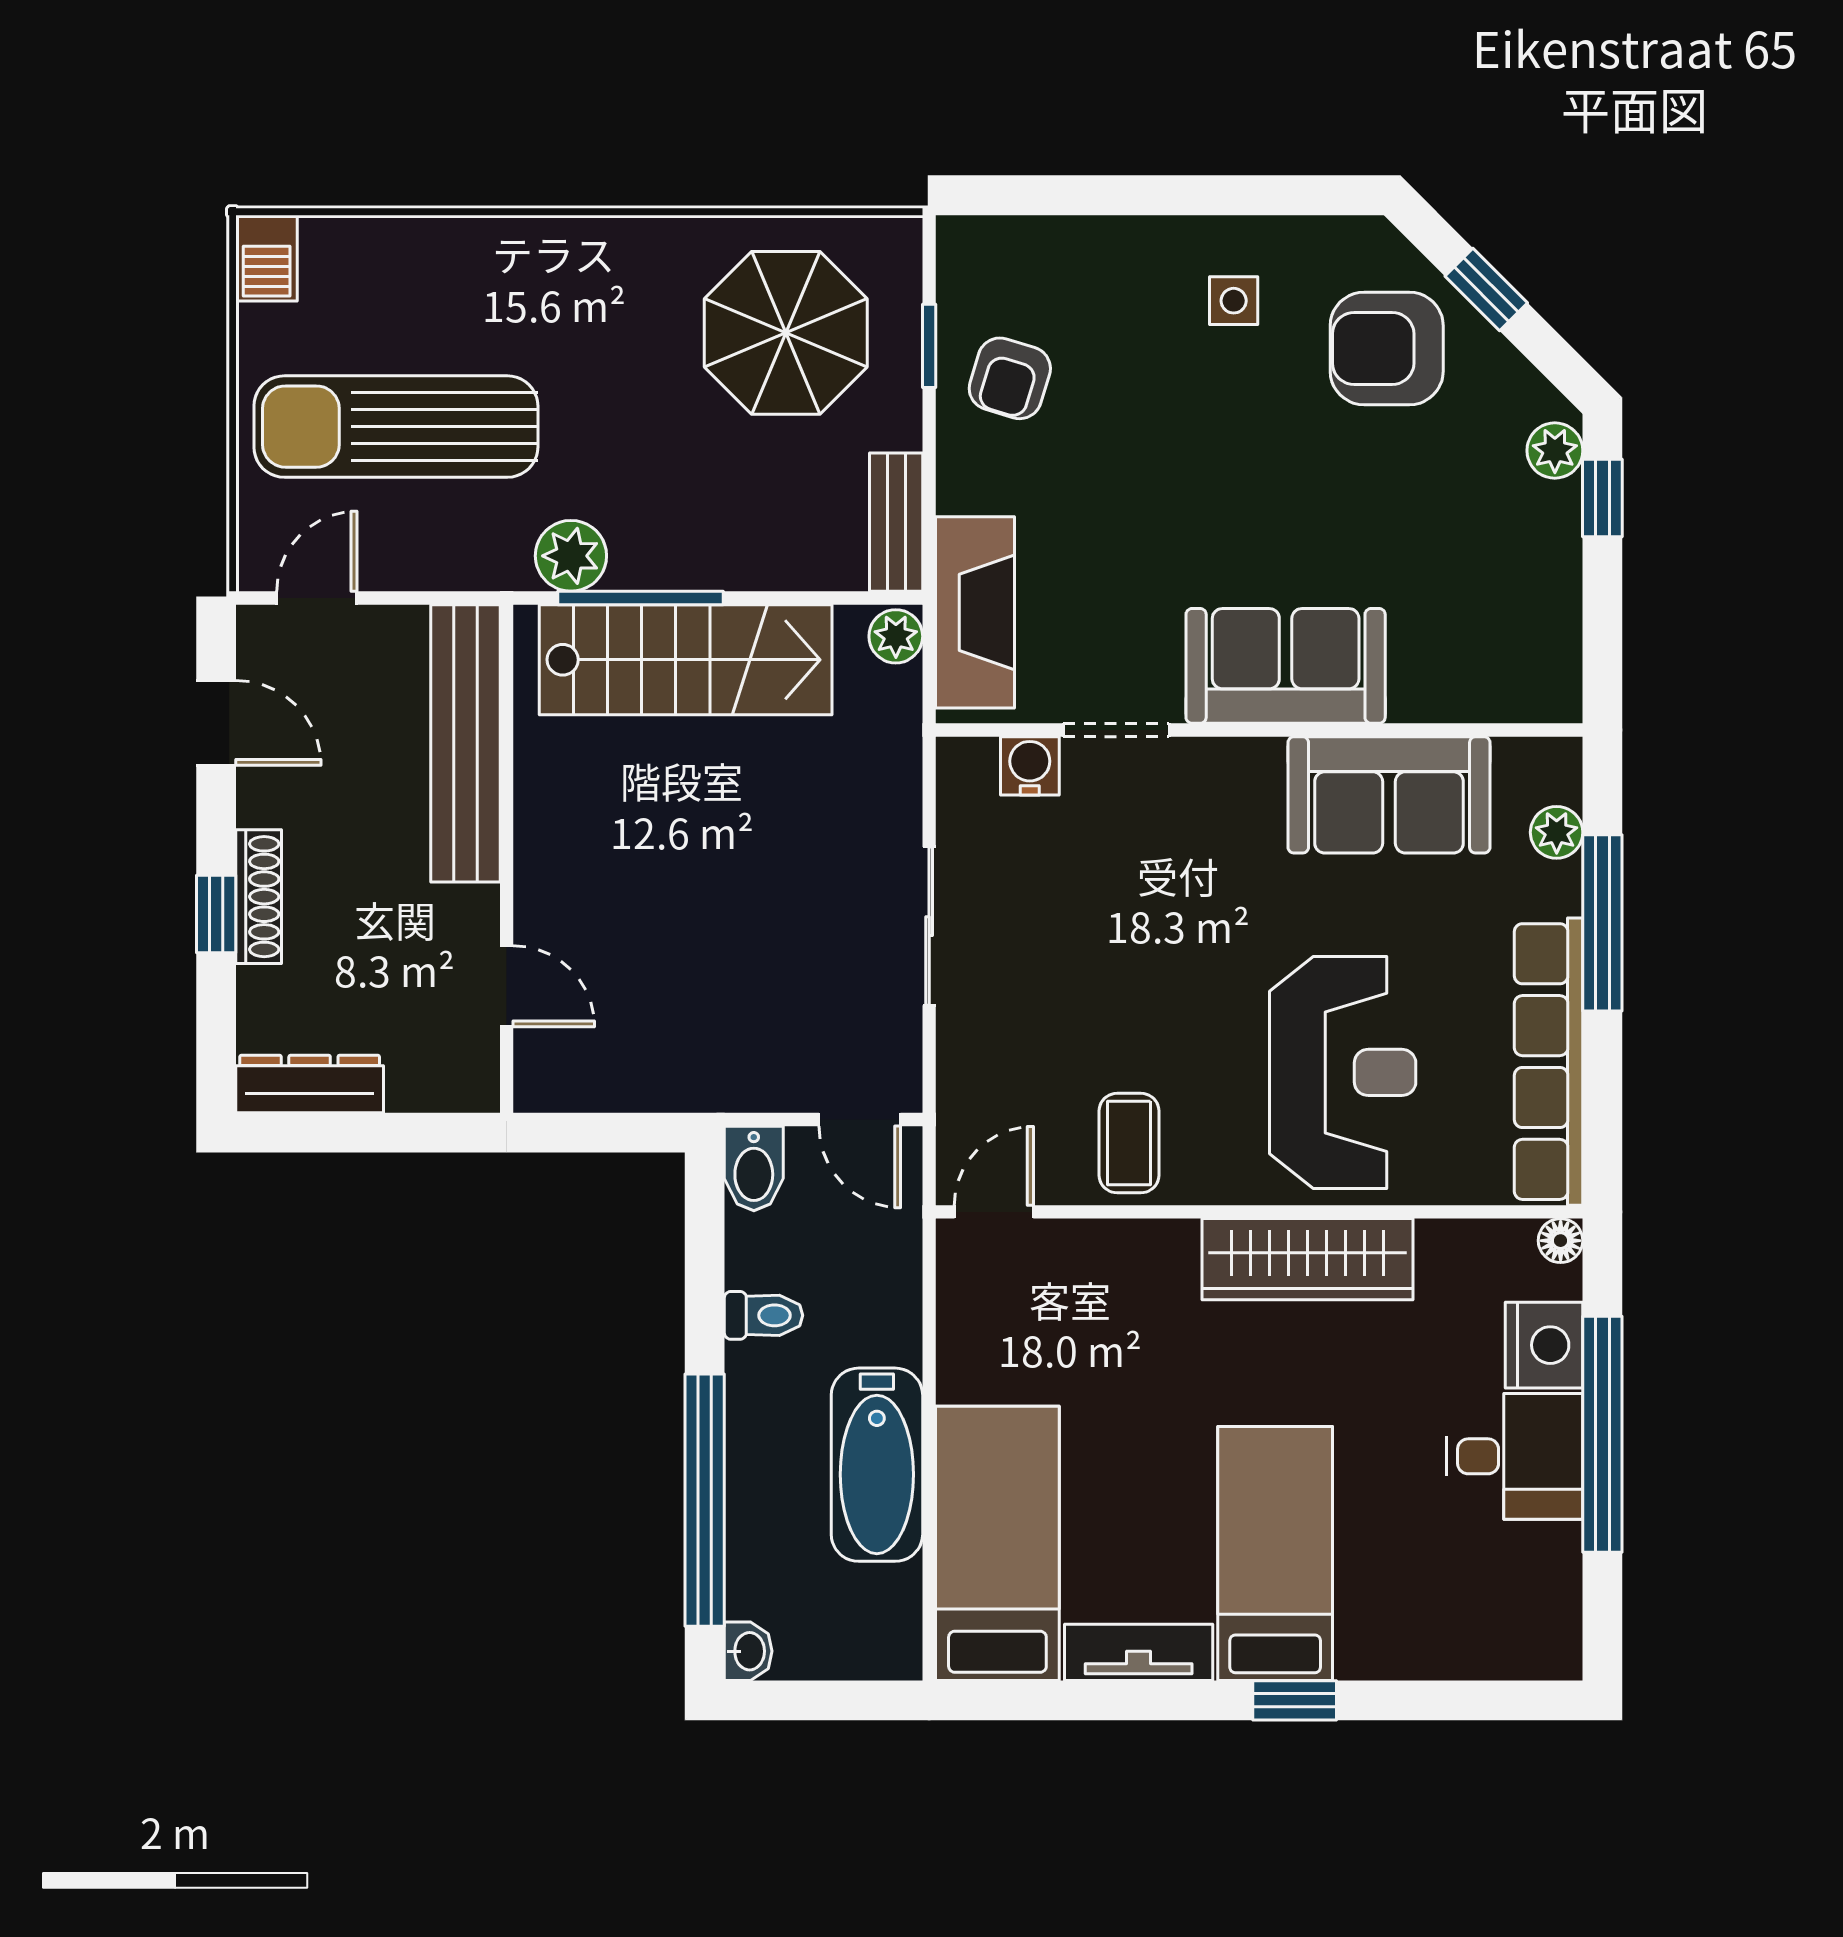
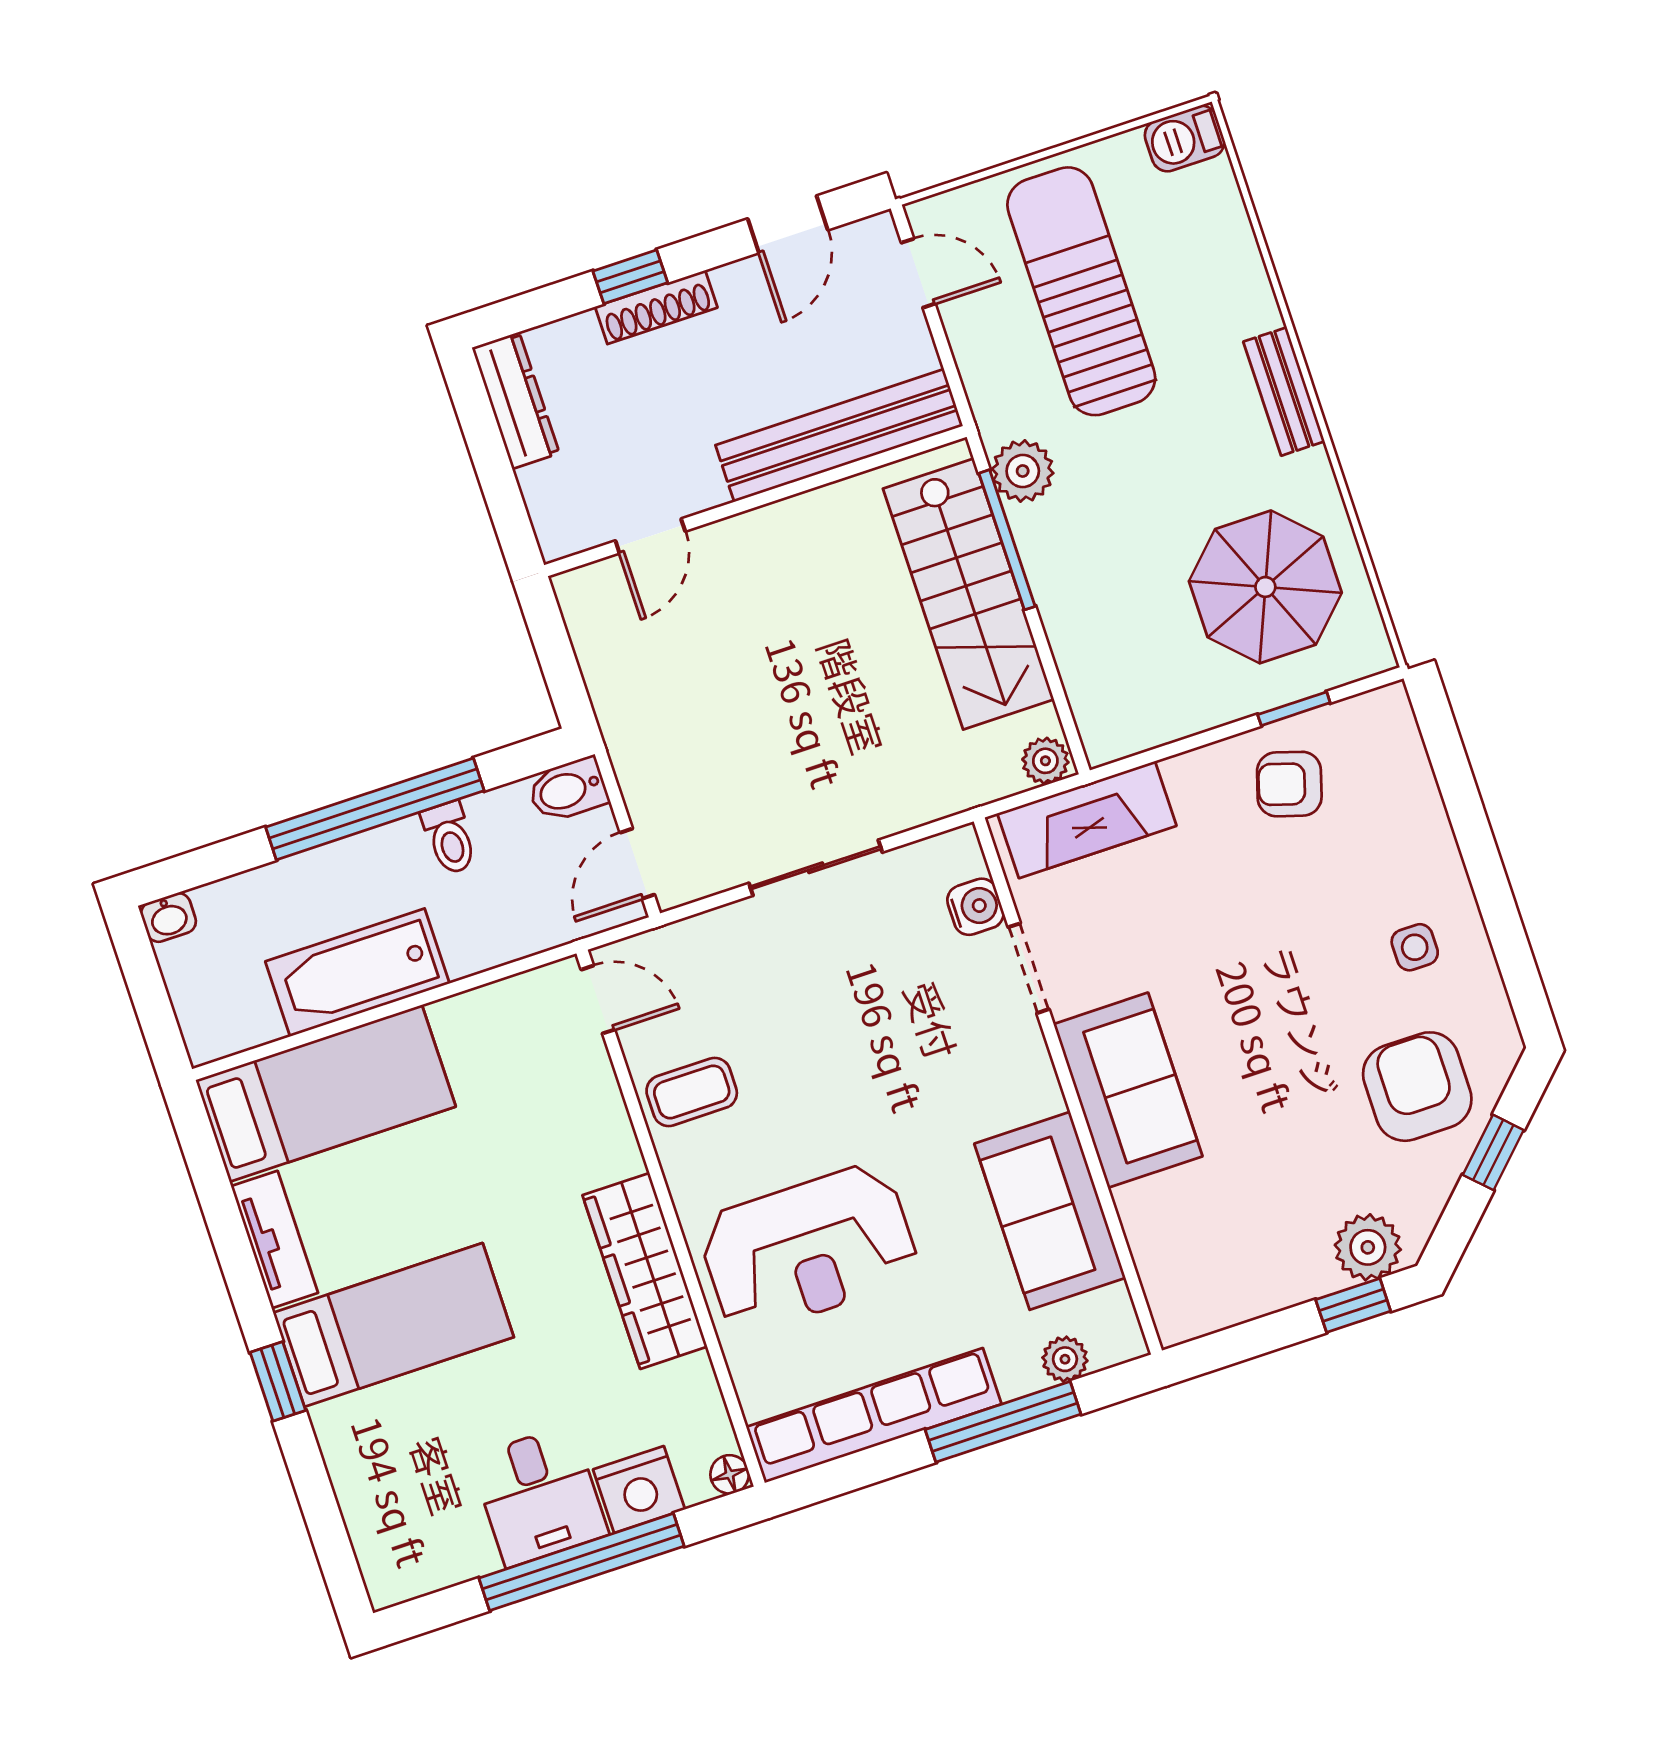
plant: (1555, 451) -> (1368, 1247), width x1.38, depth x1.38
bench: (896, 522) -> (1284, 391), moved, turned 90
window: (705, 1500) -> (375, 809), moved

